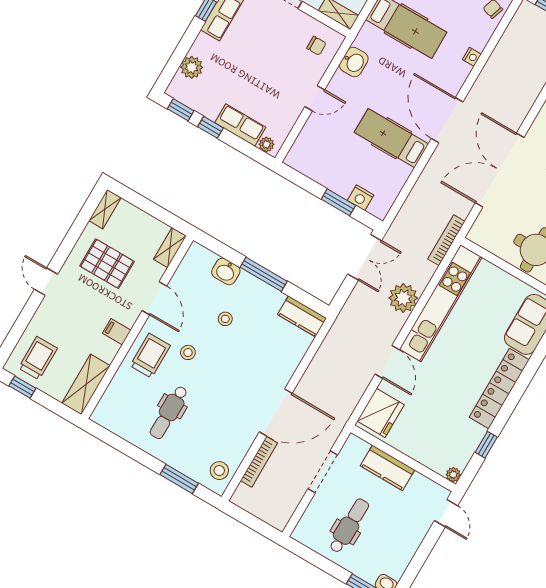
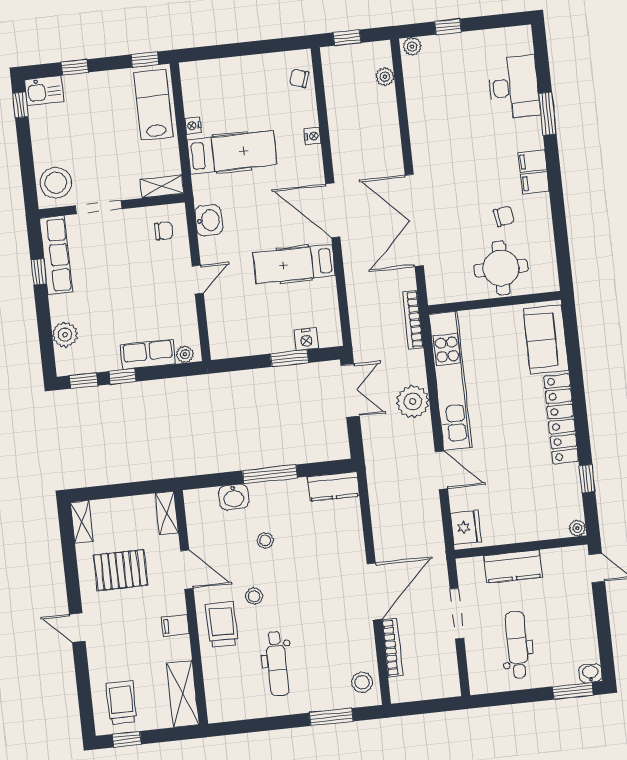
fridge: (381, 413) -> (466, 527), width x0.73, depth x0.75

